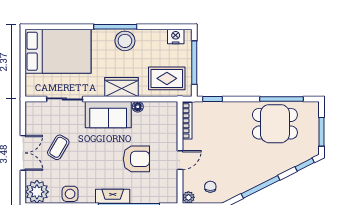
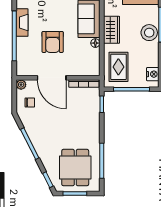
dining table: (275, 124) -> (75, 168), moved
door: (180, 160) -> (52, 78), width x1.87

